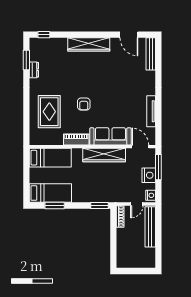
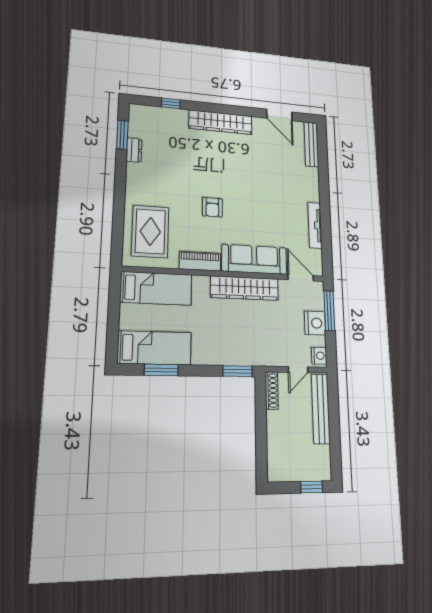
window: (44, 35) -> (171, 103), moved
rug: (49, 112) -> (150, 231), moved
window: (143, 271) -> (312, 487), added

